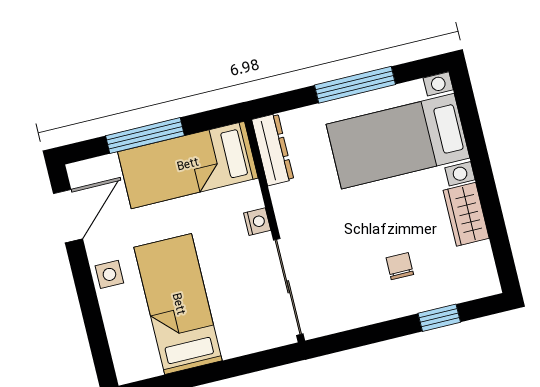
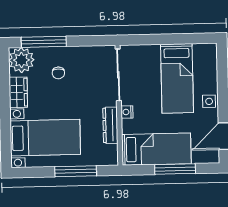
window: (355, 85) -> (76, 171), moved
dresser: (273, 150) -> (110, 125), moved
plant: (473, 275) -> (21, 60), added
window: (439, 318) -> (44, 42), width x2.17

